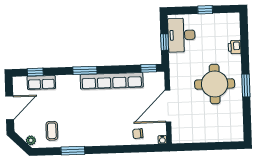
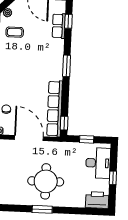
desk: (182, 35) -> (98, 163), moved, turned 90
printer: (235, 47) -> (97, 200), moved, width x1.87, depth x1.48
row of seats: (112, 81) -> (55, 109), moved

